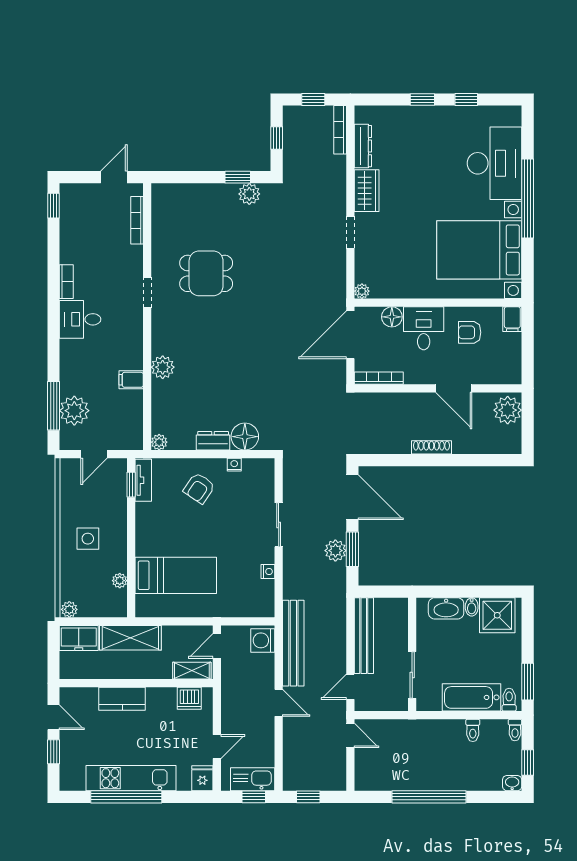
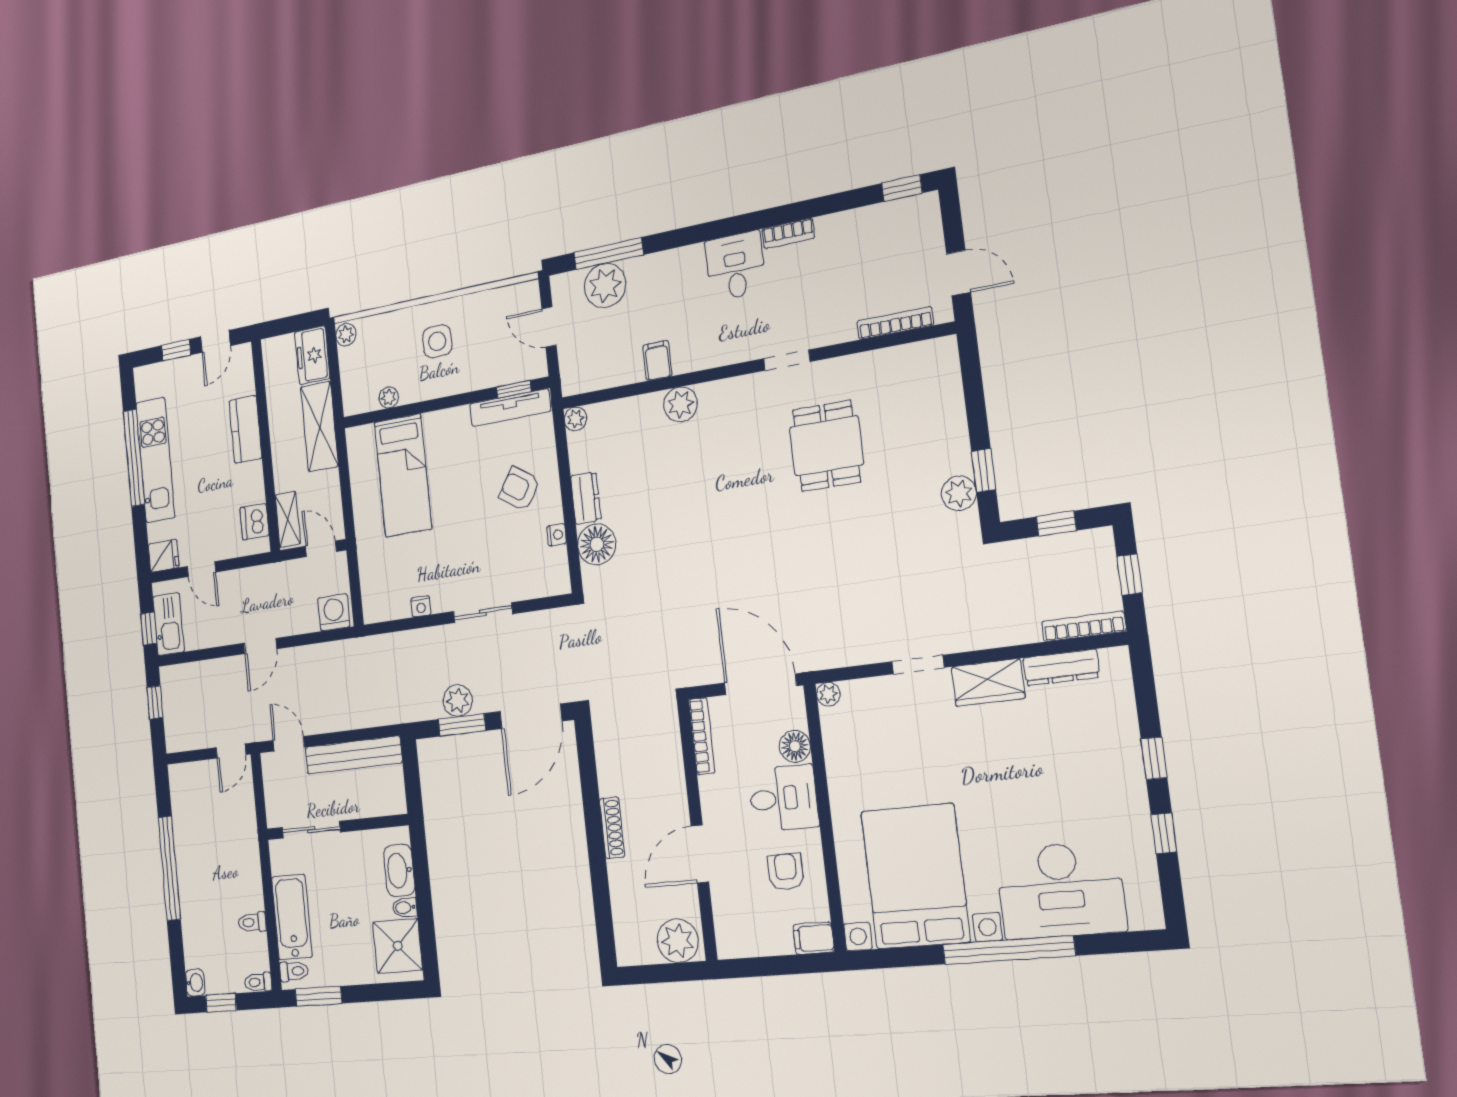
tv unit: (143, 480) -> (510, 408), width x1.41
bench: (293, 643) -> (335, 656), removed

